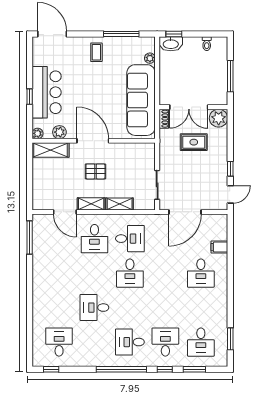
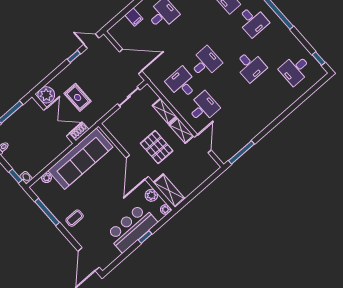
washbasin: (171, 44) -> (26, 177), width x0.52, depth x0.69
pallet: (95, 171) -> (157, 147), width x1.50, depth x1.42

